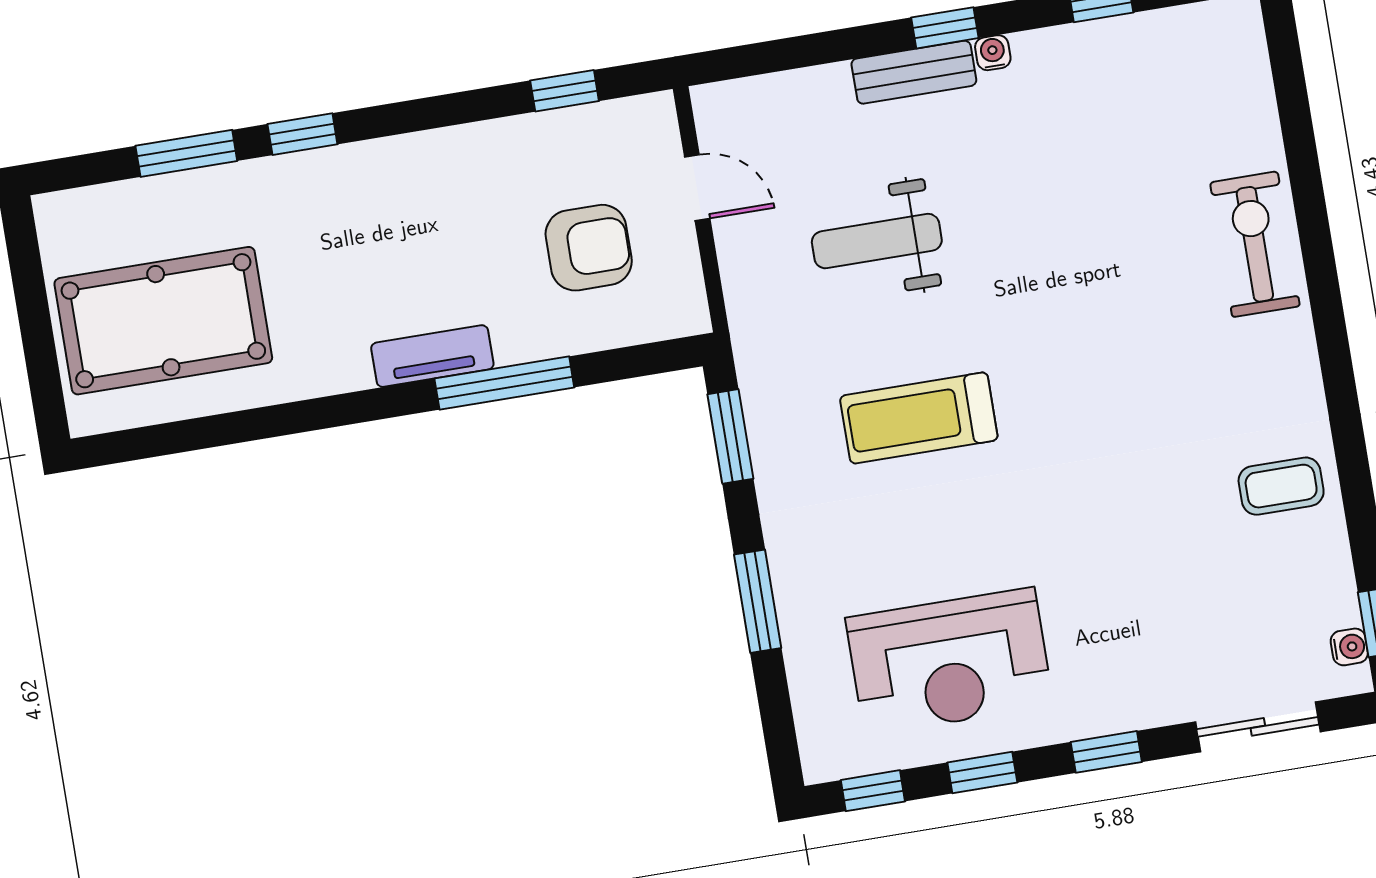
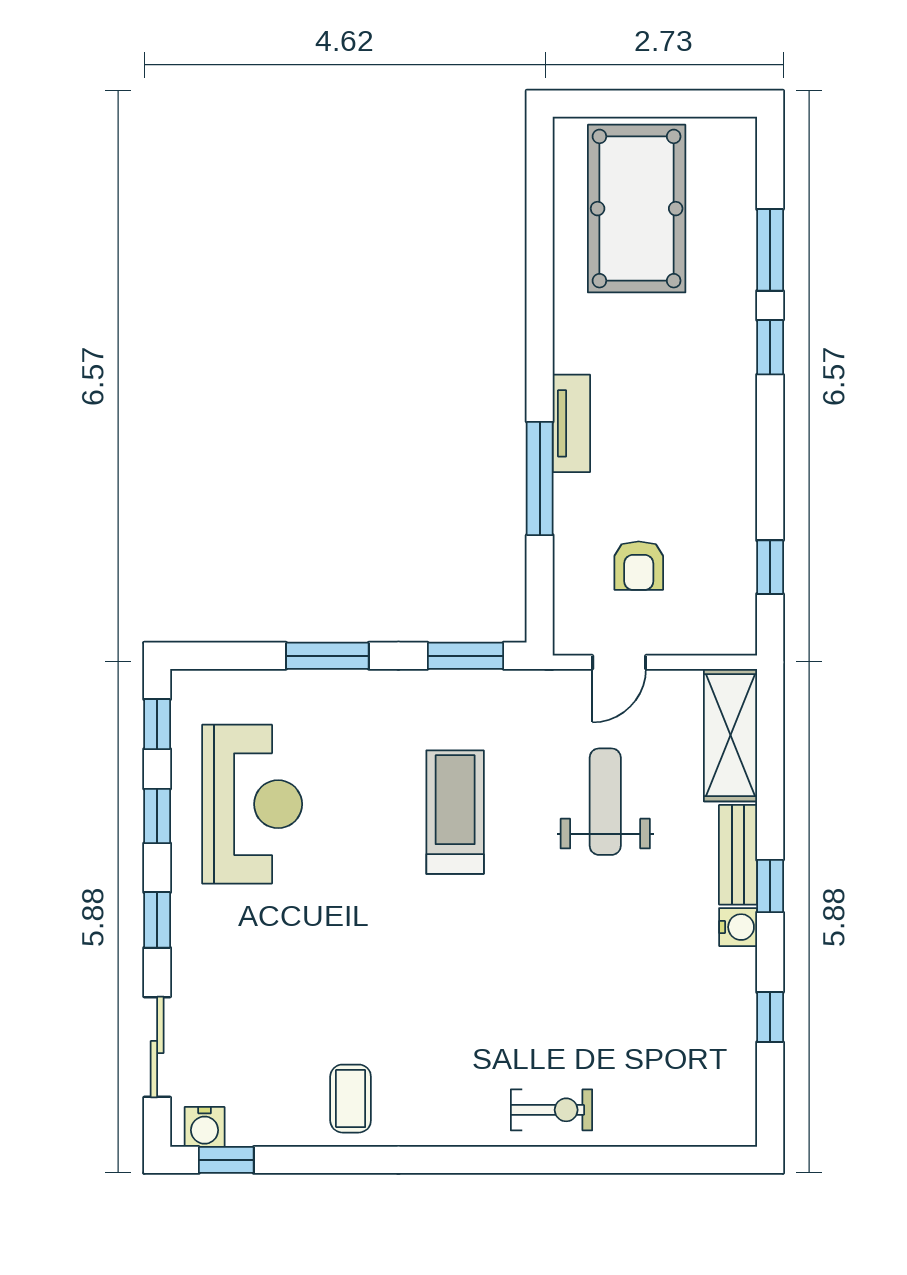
water cooler: (993, 53) -> (738, 927), width x1.38, depth x1.38
shelving: (773, 105) -> (730, 735), added
door: (697, 188) -> (619, 662), moved
exercise bike: (1255, 244) -> (551, 1110), width x0.73, depth x0.72
armchair: (589, 248) -> (639, 566), width x0.72, depth x0.72
water cooler: (1349, 647) -> (205, 1127), width x1.38, depth x1.38
reception desk: (949, 662) -> (252, 804), turned 180

